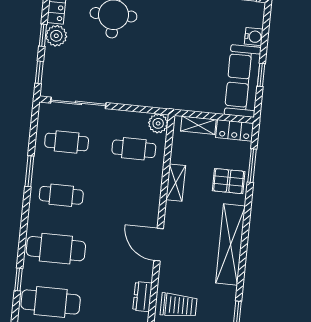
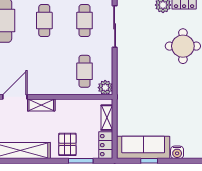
shelving: (176, 183) -> (41, 105), moved

